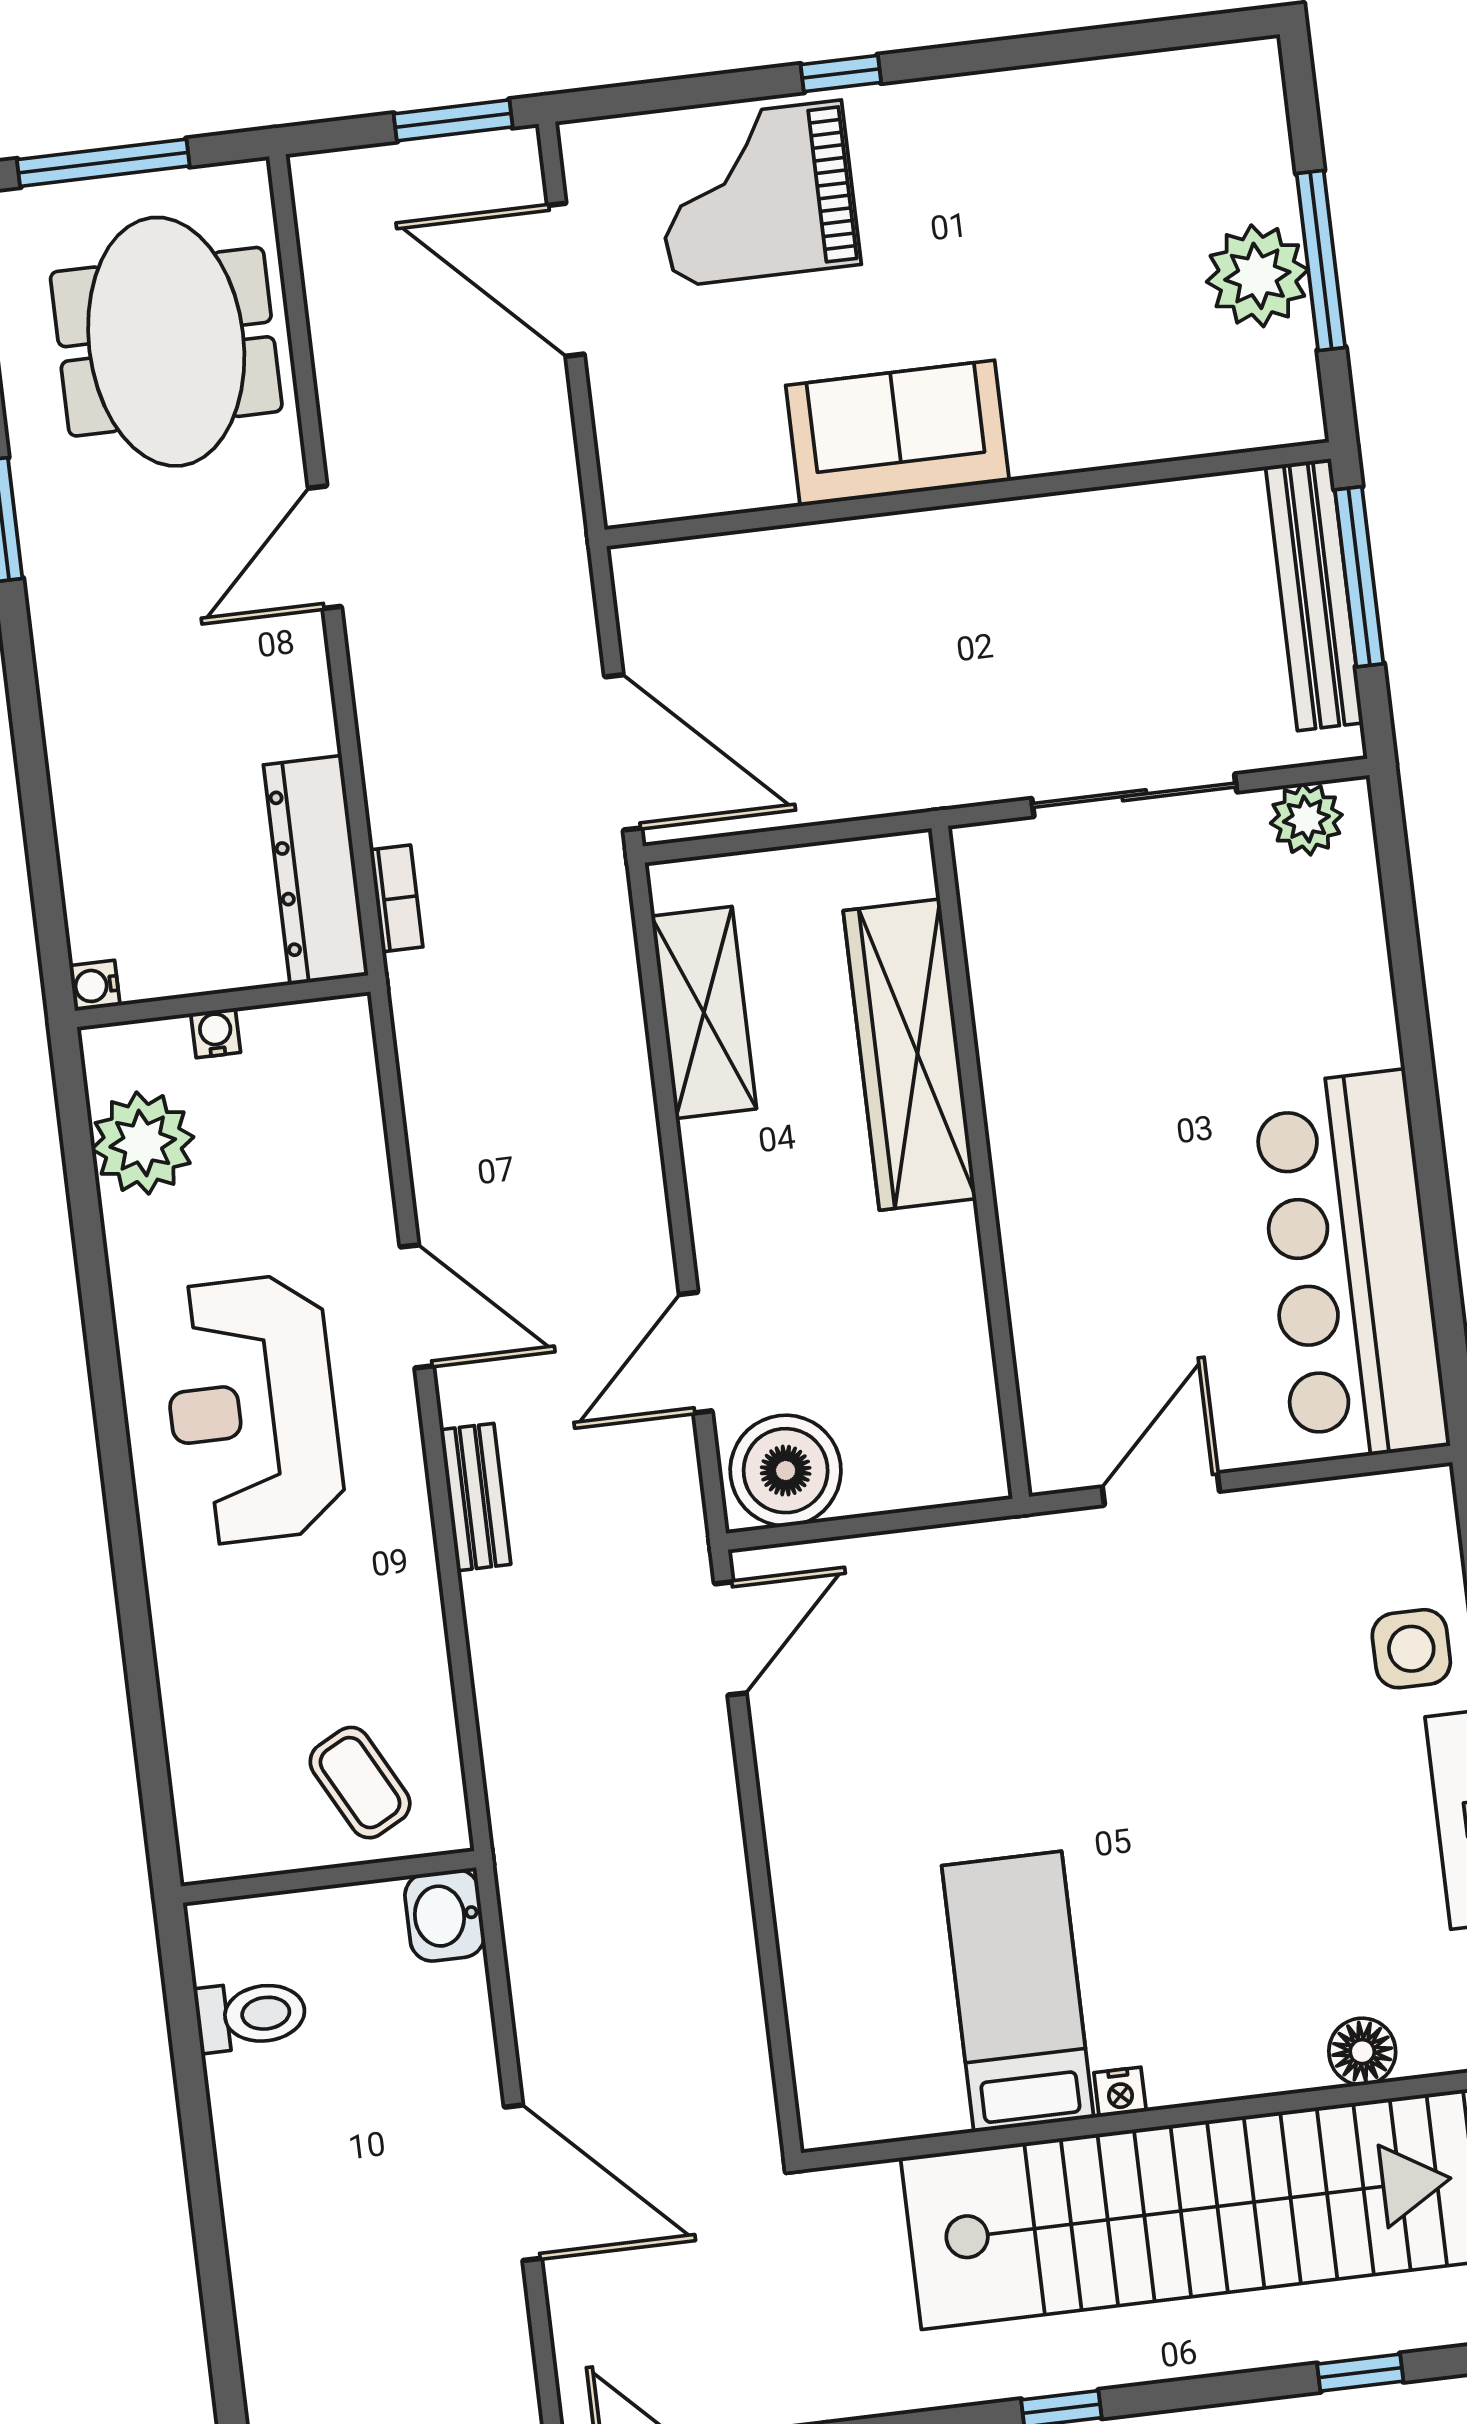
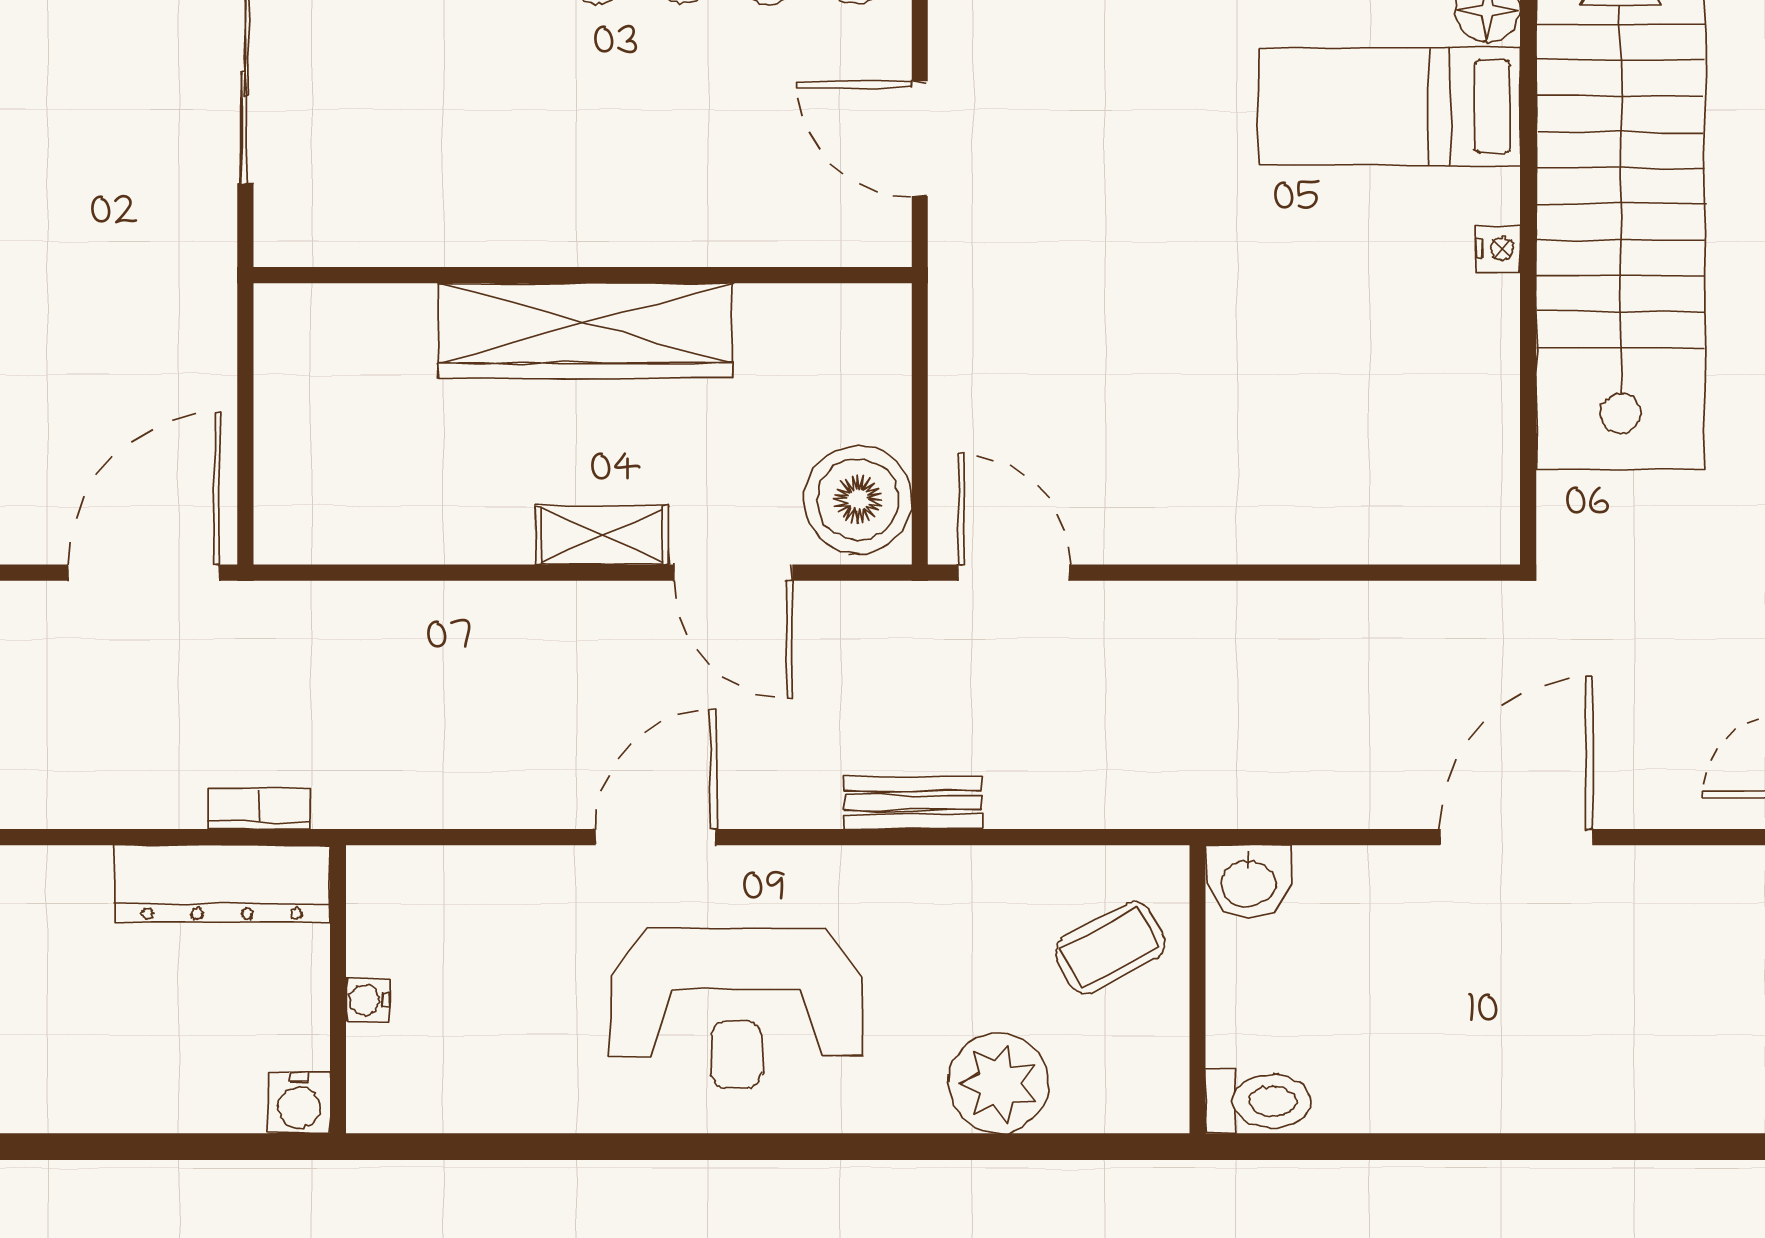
water cooler: (95, 986) -> (299, 1103), width x1.38, depth x1.38
shelving: (704, 1012) -> (602, 535), moved, width x0.67, depth x0.75
wardrobe: (910, 1055) -> (585, 331), moved
plant: (143, 1143) -> (999, 1083), moved
bench: (475, 1497) -> (913, 803), moved
bed: (1018, 1992) -> (1389, 106), moved
toilet: (251, 2015) -> (1258, 1101), moved, turned 90

